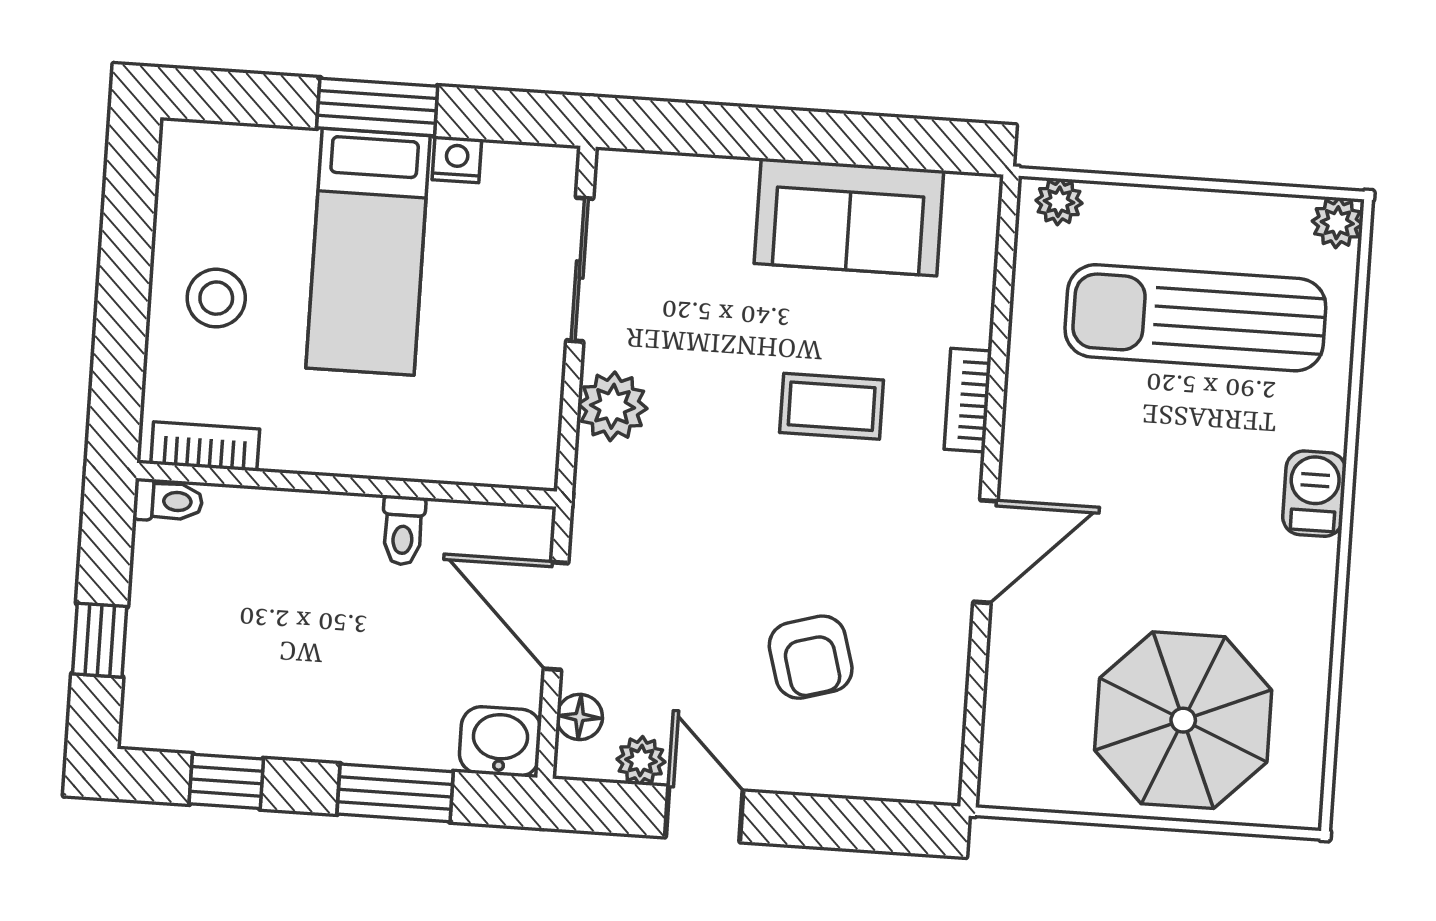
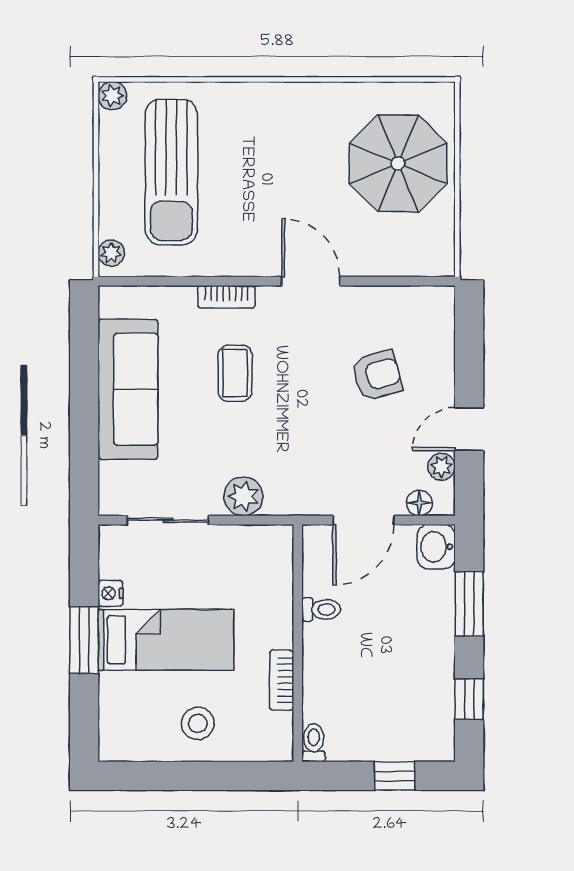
sofa: (849, 217) -> (128, 389), width x1.36
bookcase: (205, 446) -> (282, 680), moved
barbecue: (1314, 494) -> (266, 98), removed

